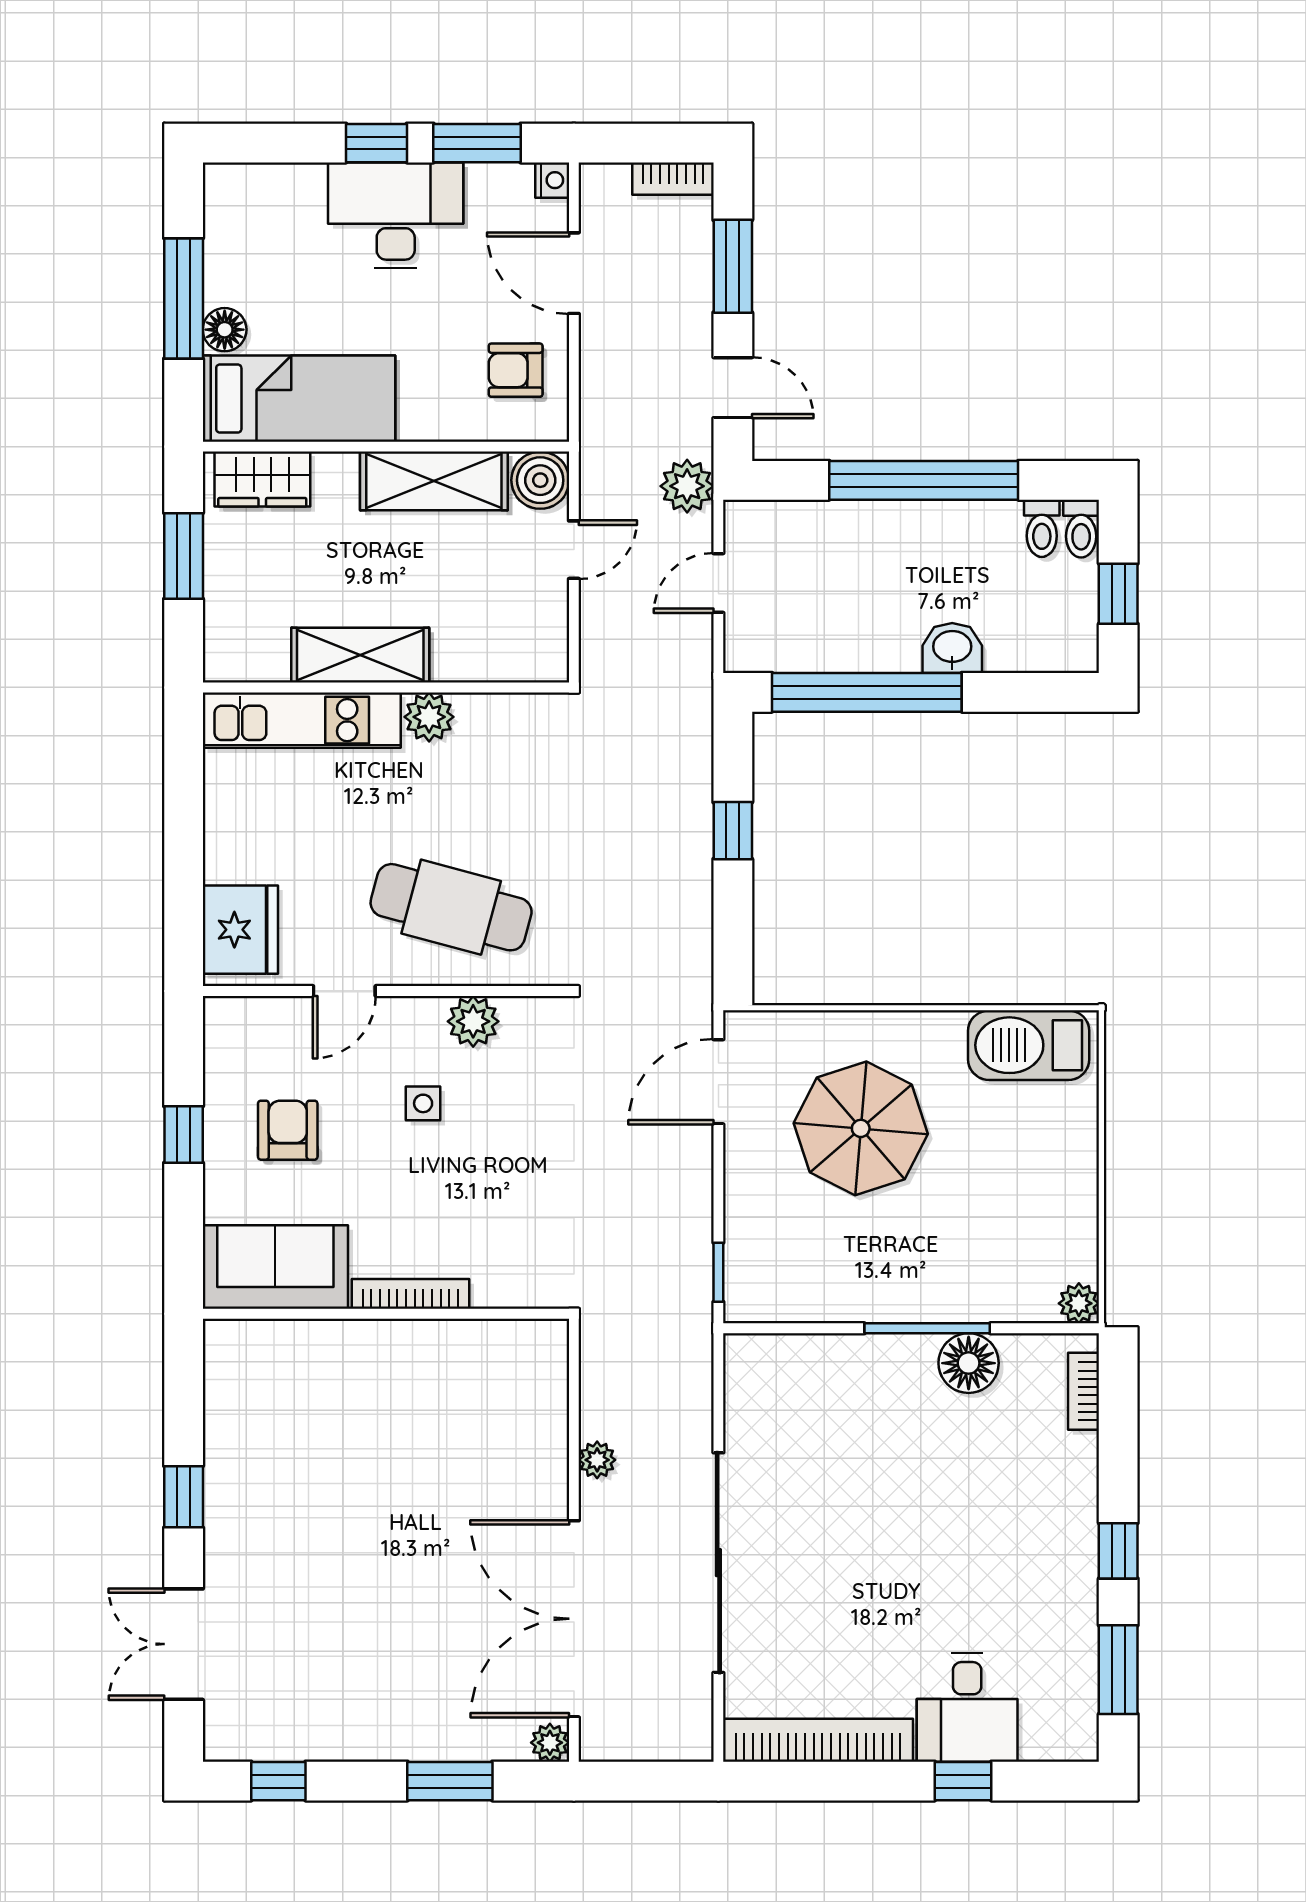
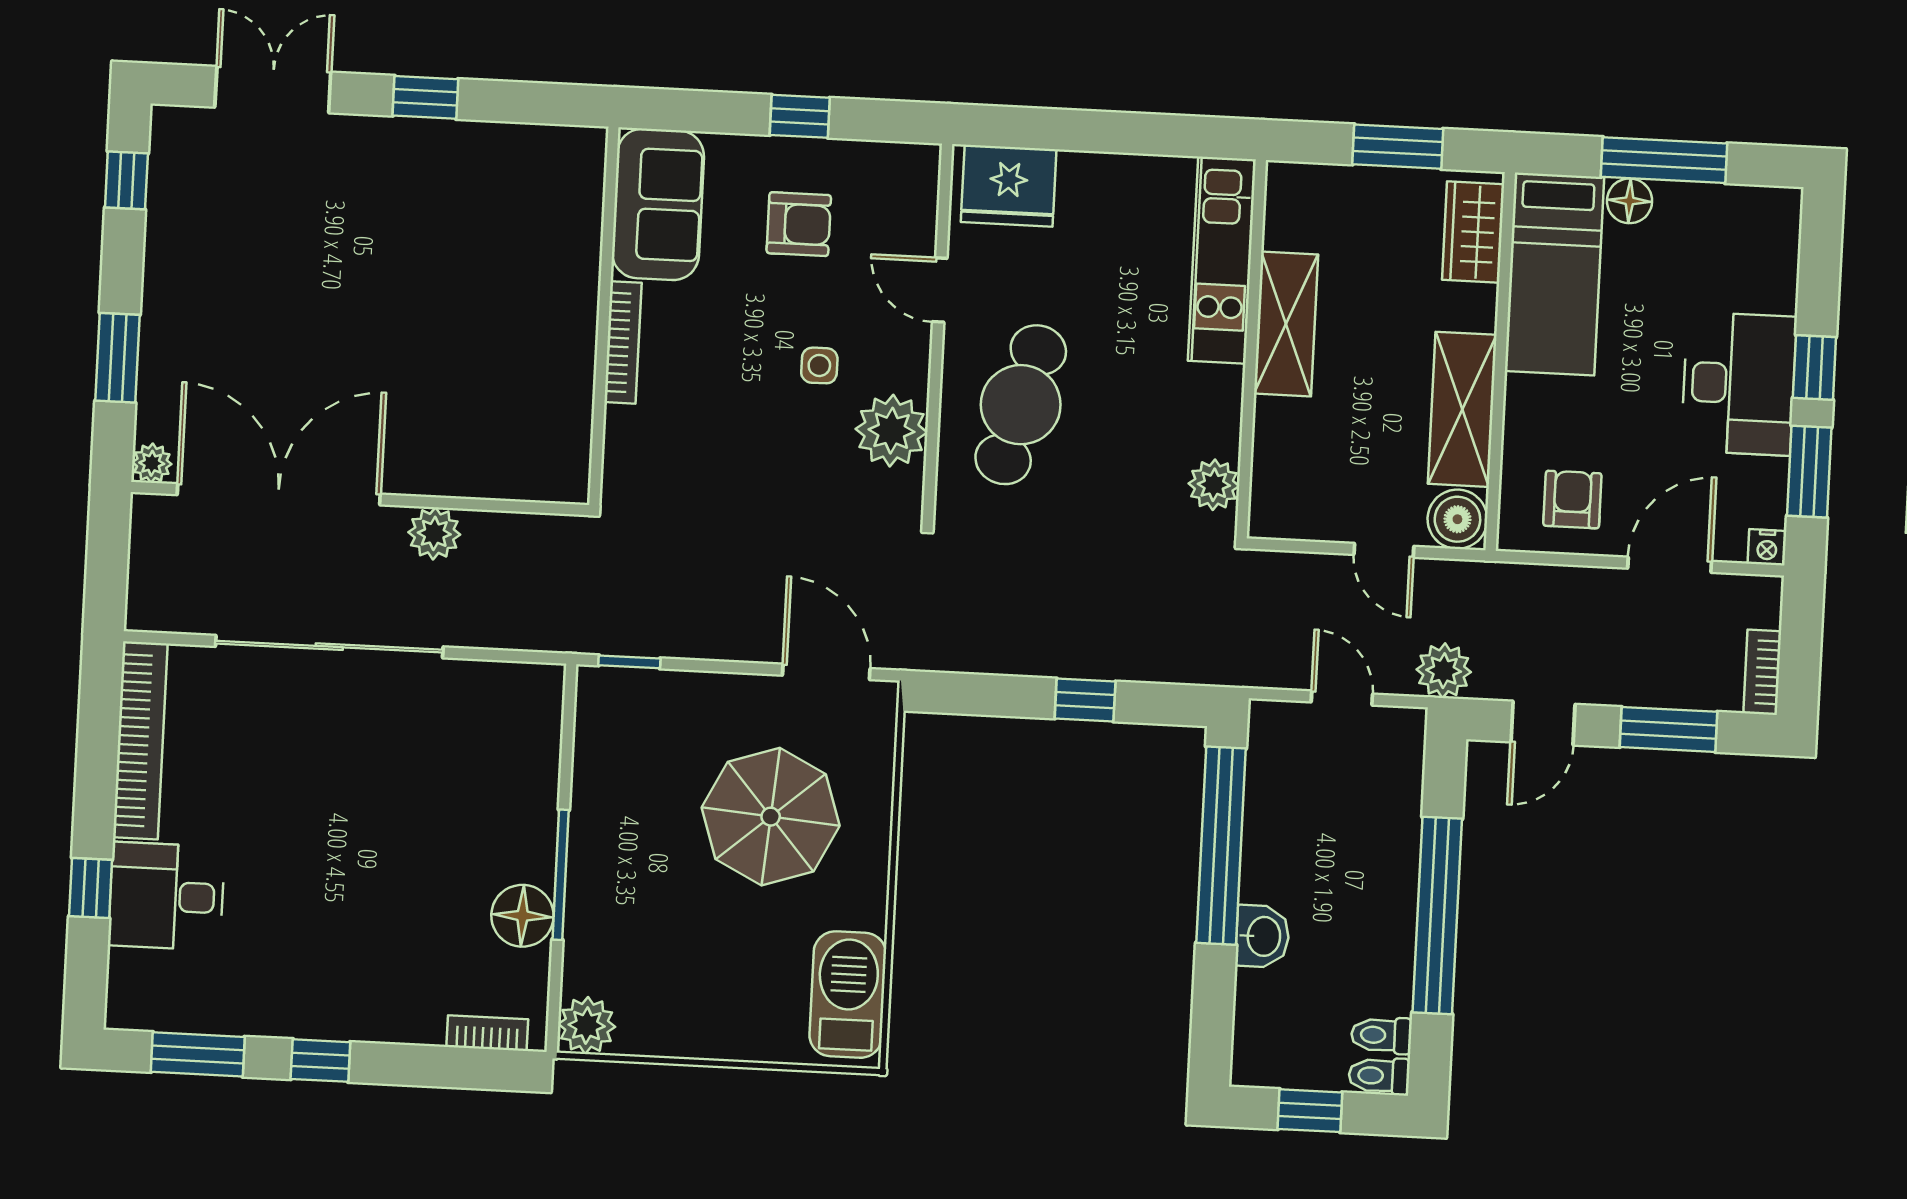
plant: (429, 717) -> (1214, 485), moved
plant: (473, 1021) -> (891, 431), width x1.36, depth x1.36
plant: (1079, 1303) -> (587, 1025), width x1.38, depth x1.38
plant: (597, 1460) -> (434, 533), width x1.38, depth x1.38

